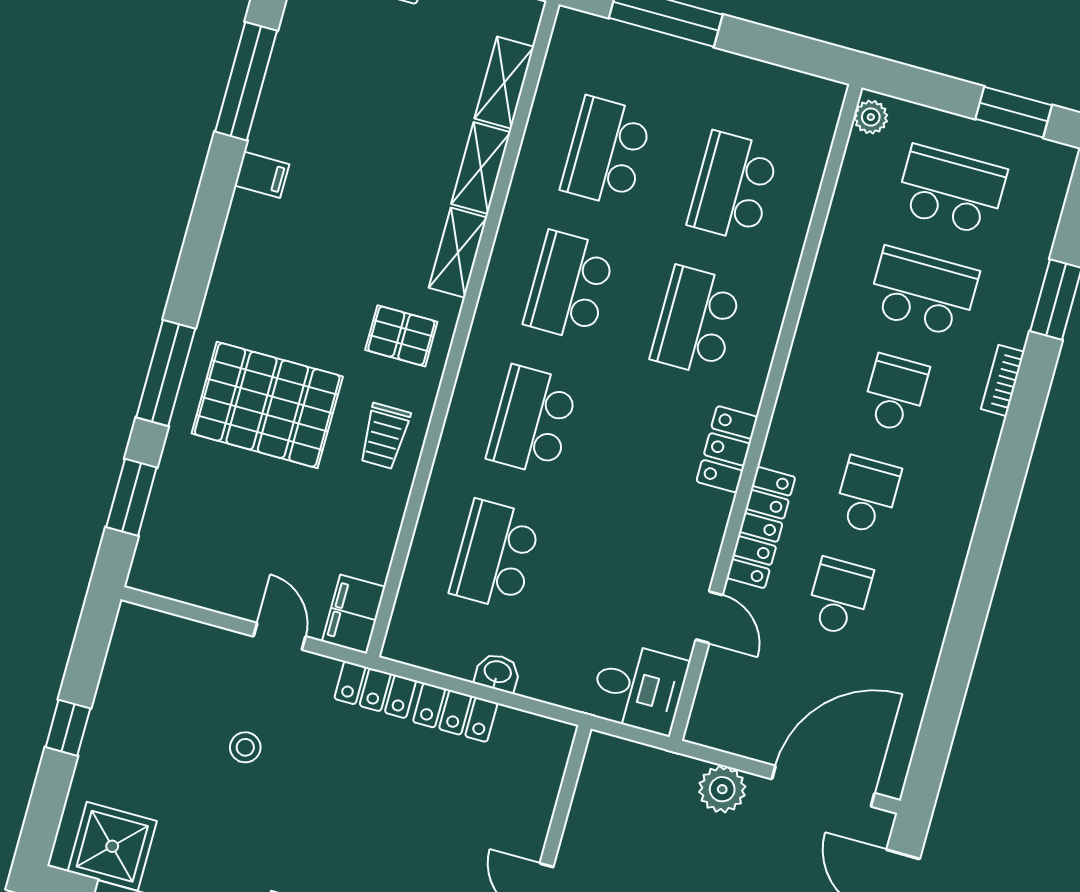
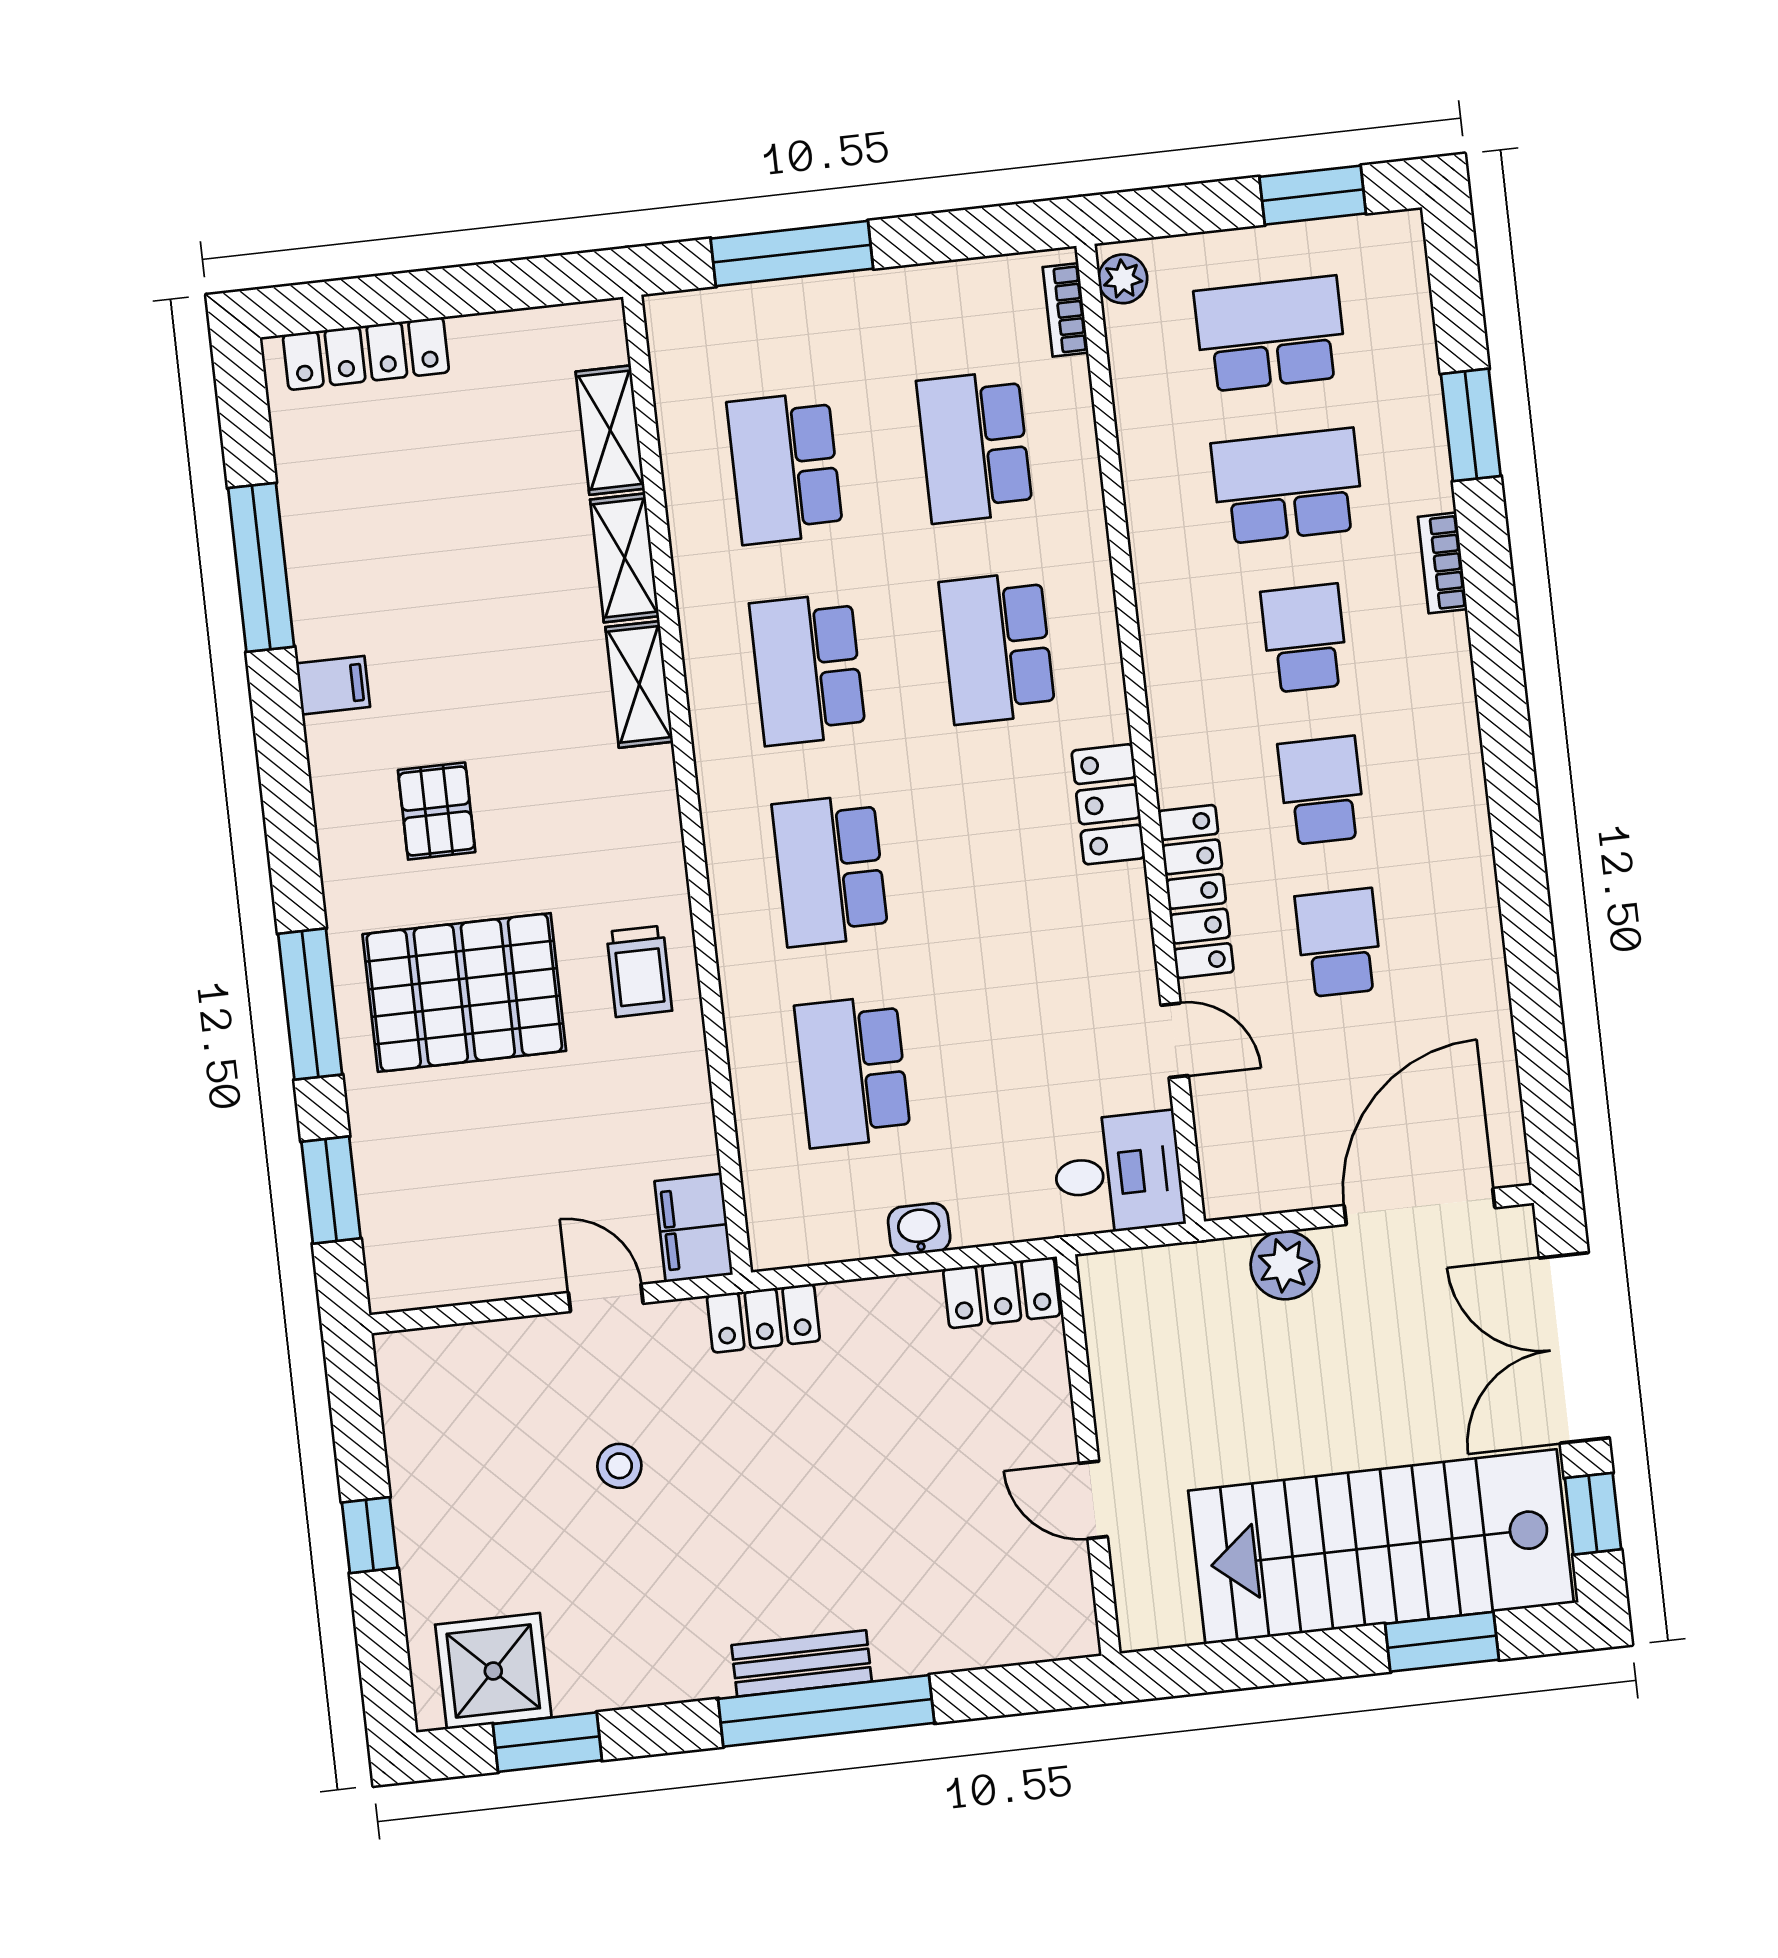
bookcase: (826, 122) -> (1065, 310), added
pallet: (401, 336) -> (437, 811), moved, turned 90
locker: (455, 712) -> (1002, 1292), moved

